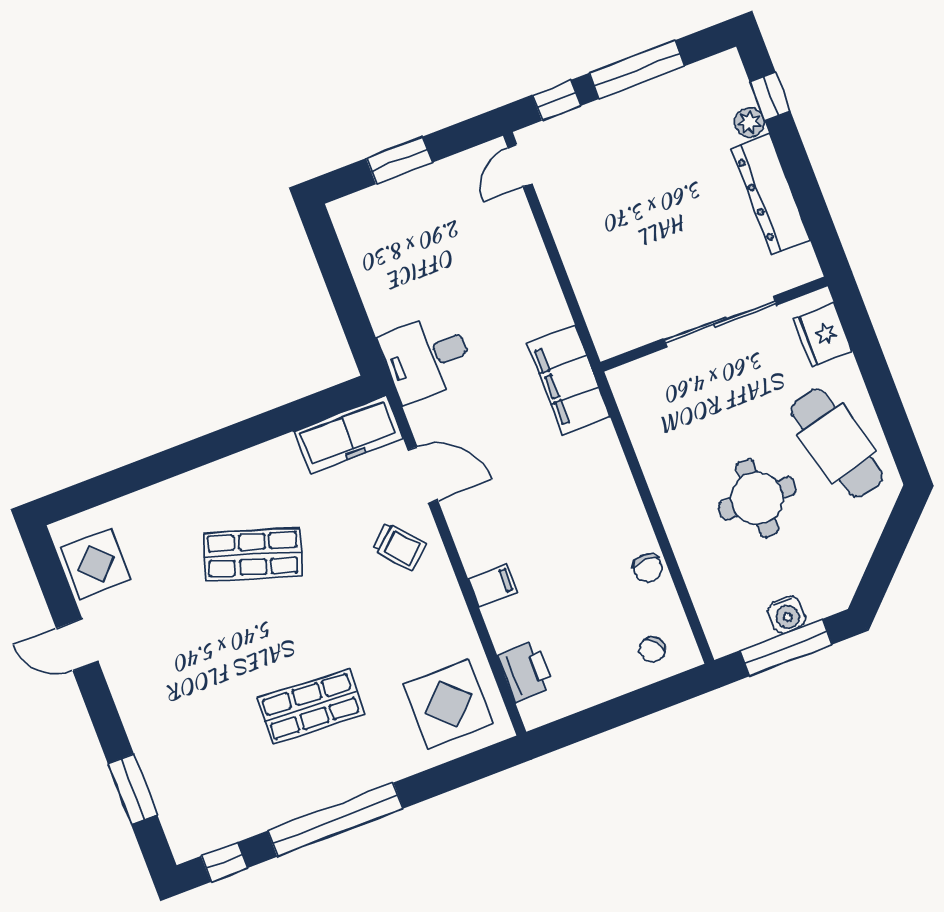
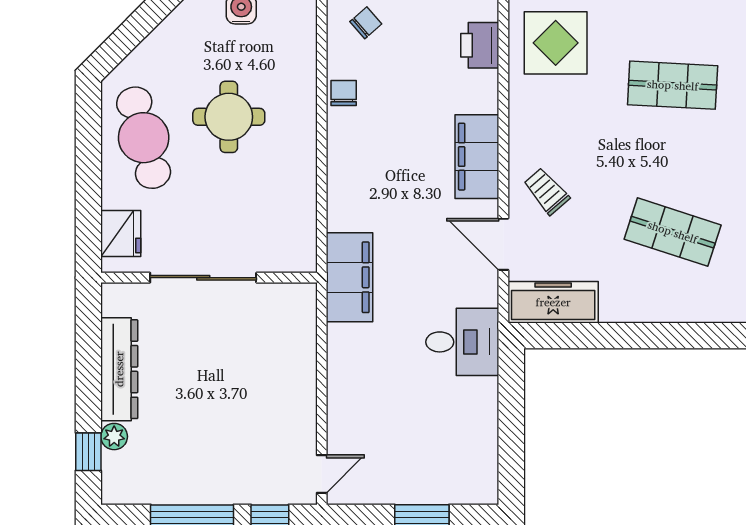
filing cabinet: (493, 585) -> (477, 157), width x3.00, depth x1.17

